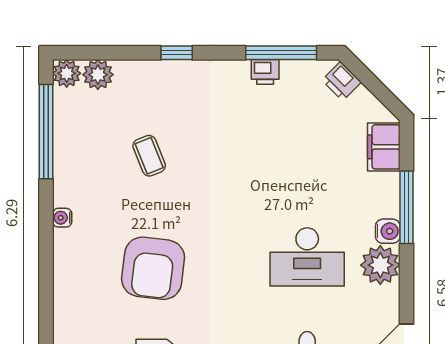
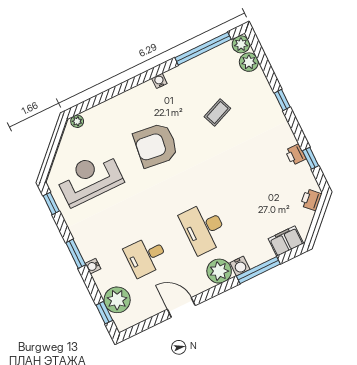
window: (281, 53) -> (311, 158), width x0.46

